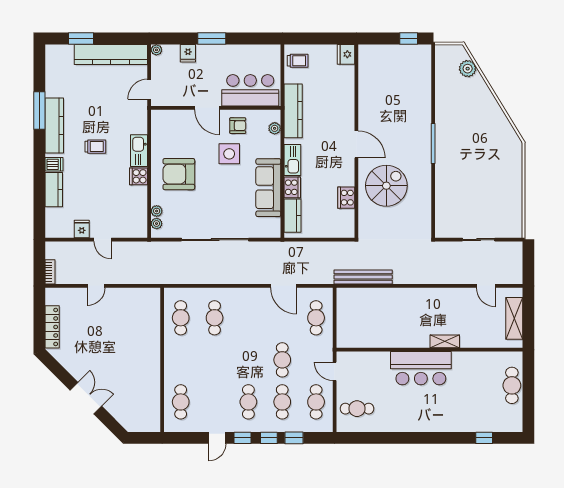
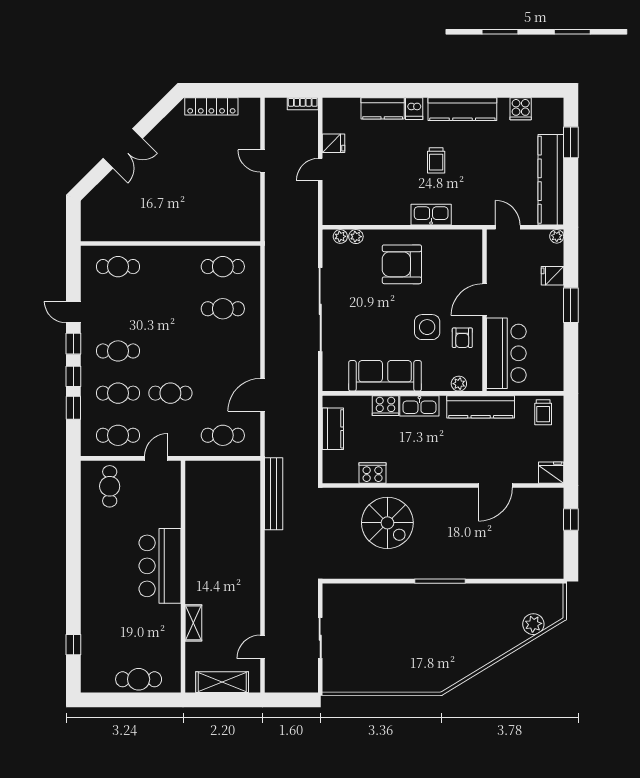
window: (409, 39) -> (571, 519), moved
window: (39, 111) -> (481, 90), removed
door: (356, 144) -> (495, 485), moved
armchair: (179, 174) -> (402, 264), turned -90
cooker: (138, 176) -> (521, 109), moved, turned 180
kitchen counter: (293, 216) -> (333, 429), moved, turned -90
bookcase: (50, 272) -> (303, 104), moved
shelving: (445, 341) -> (193, 623), moved

